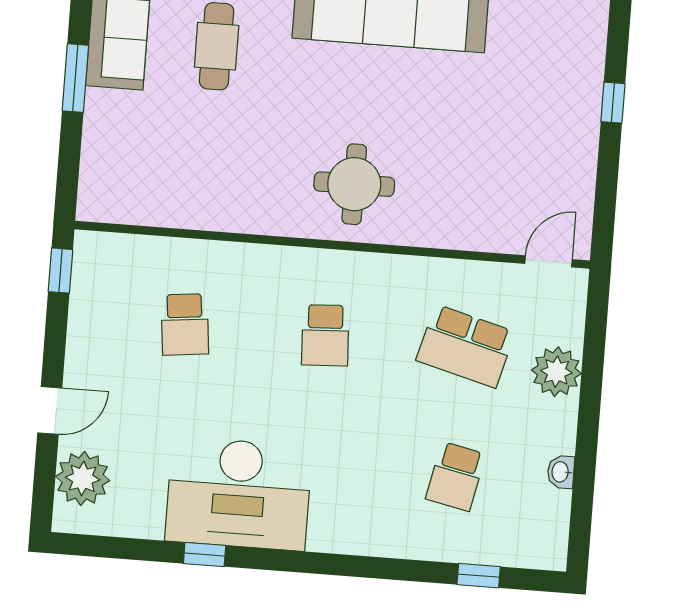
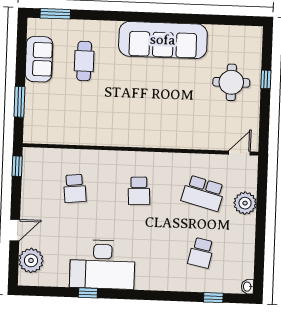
window: (75, 78) -> (19, 102), moved
round table: (354, 184) -> (231, 82), moved
washbasin: (561, 472) -> (248, 287), moved

